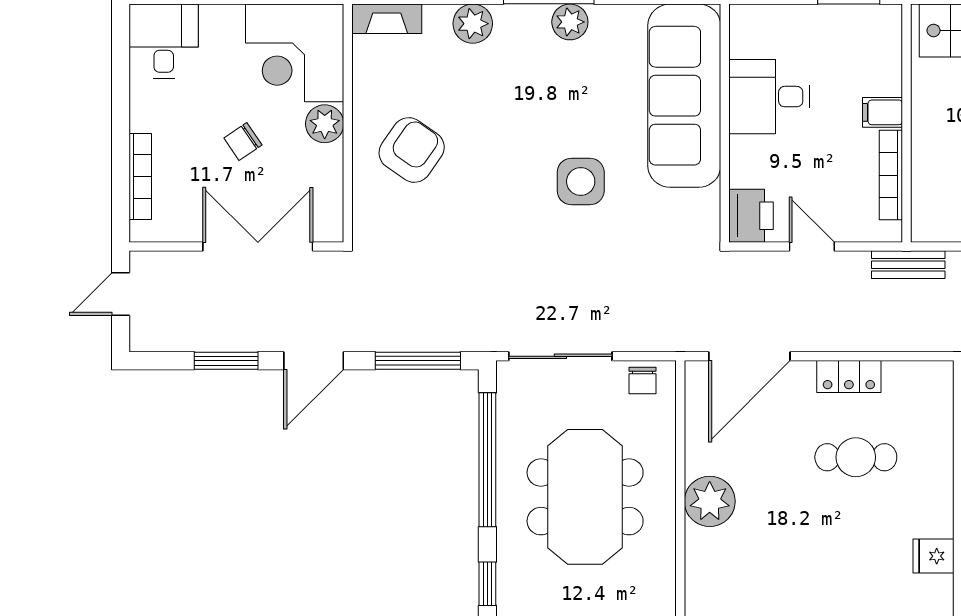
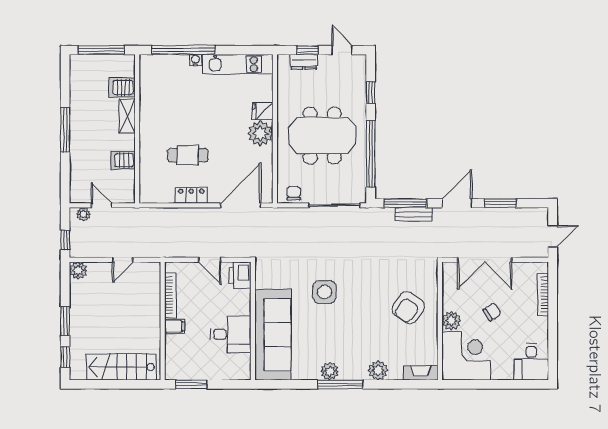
bench: (908, 265) -> (414, 214), moved
meeting table: (585, 497) -> (322, 136), turned 90
fridge: (933, 556) -> (263, 111), moved, turned 180

